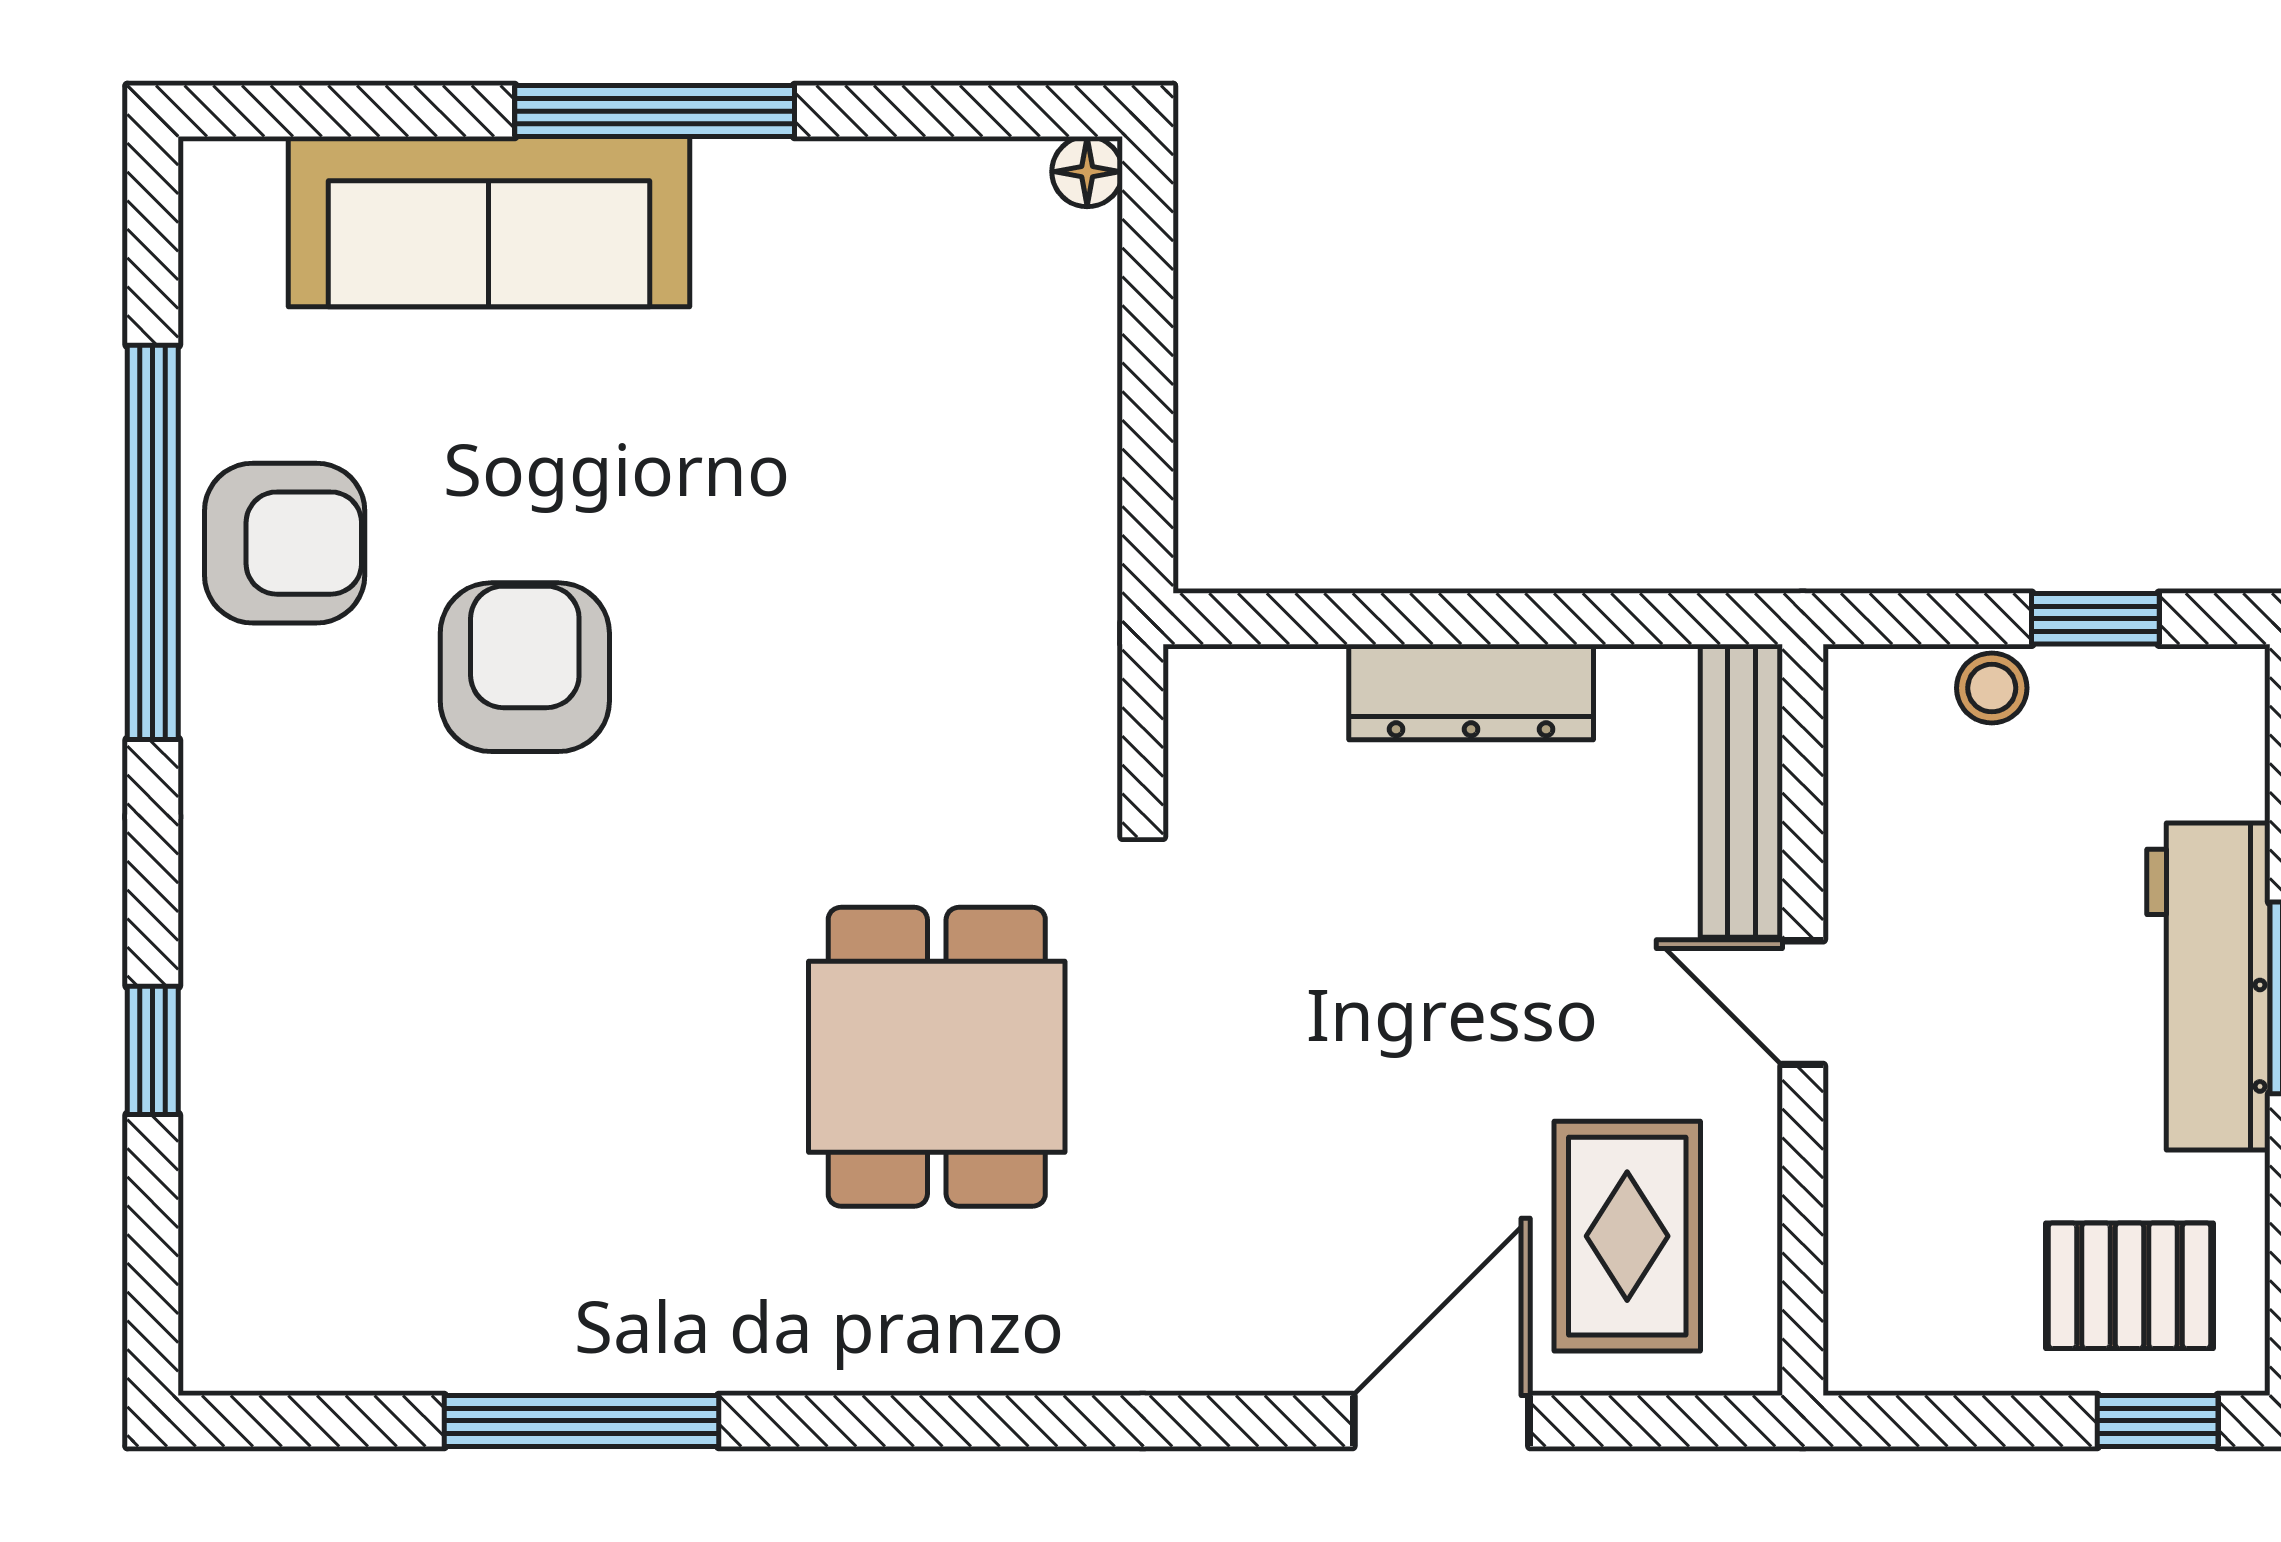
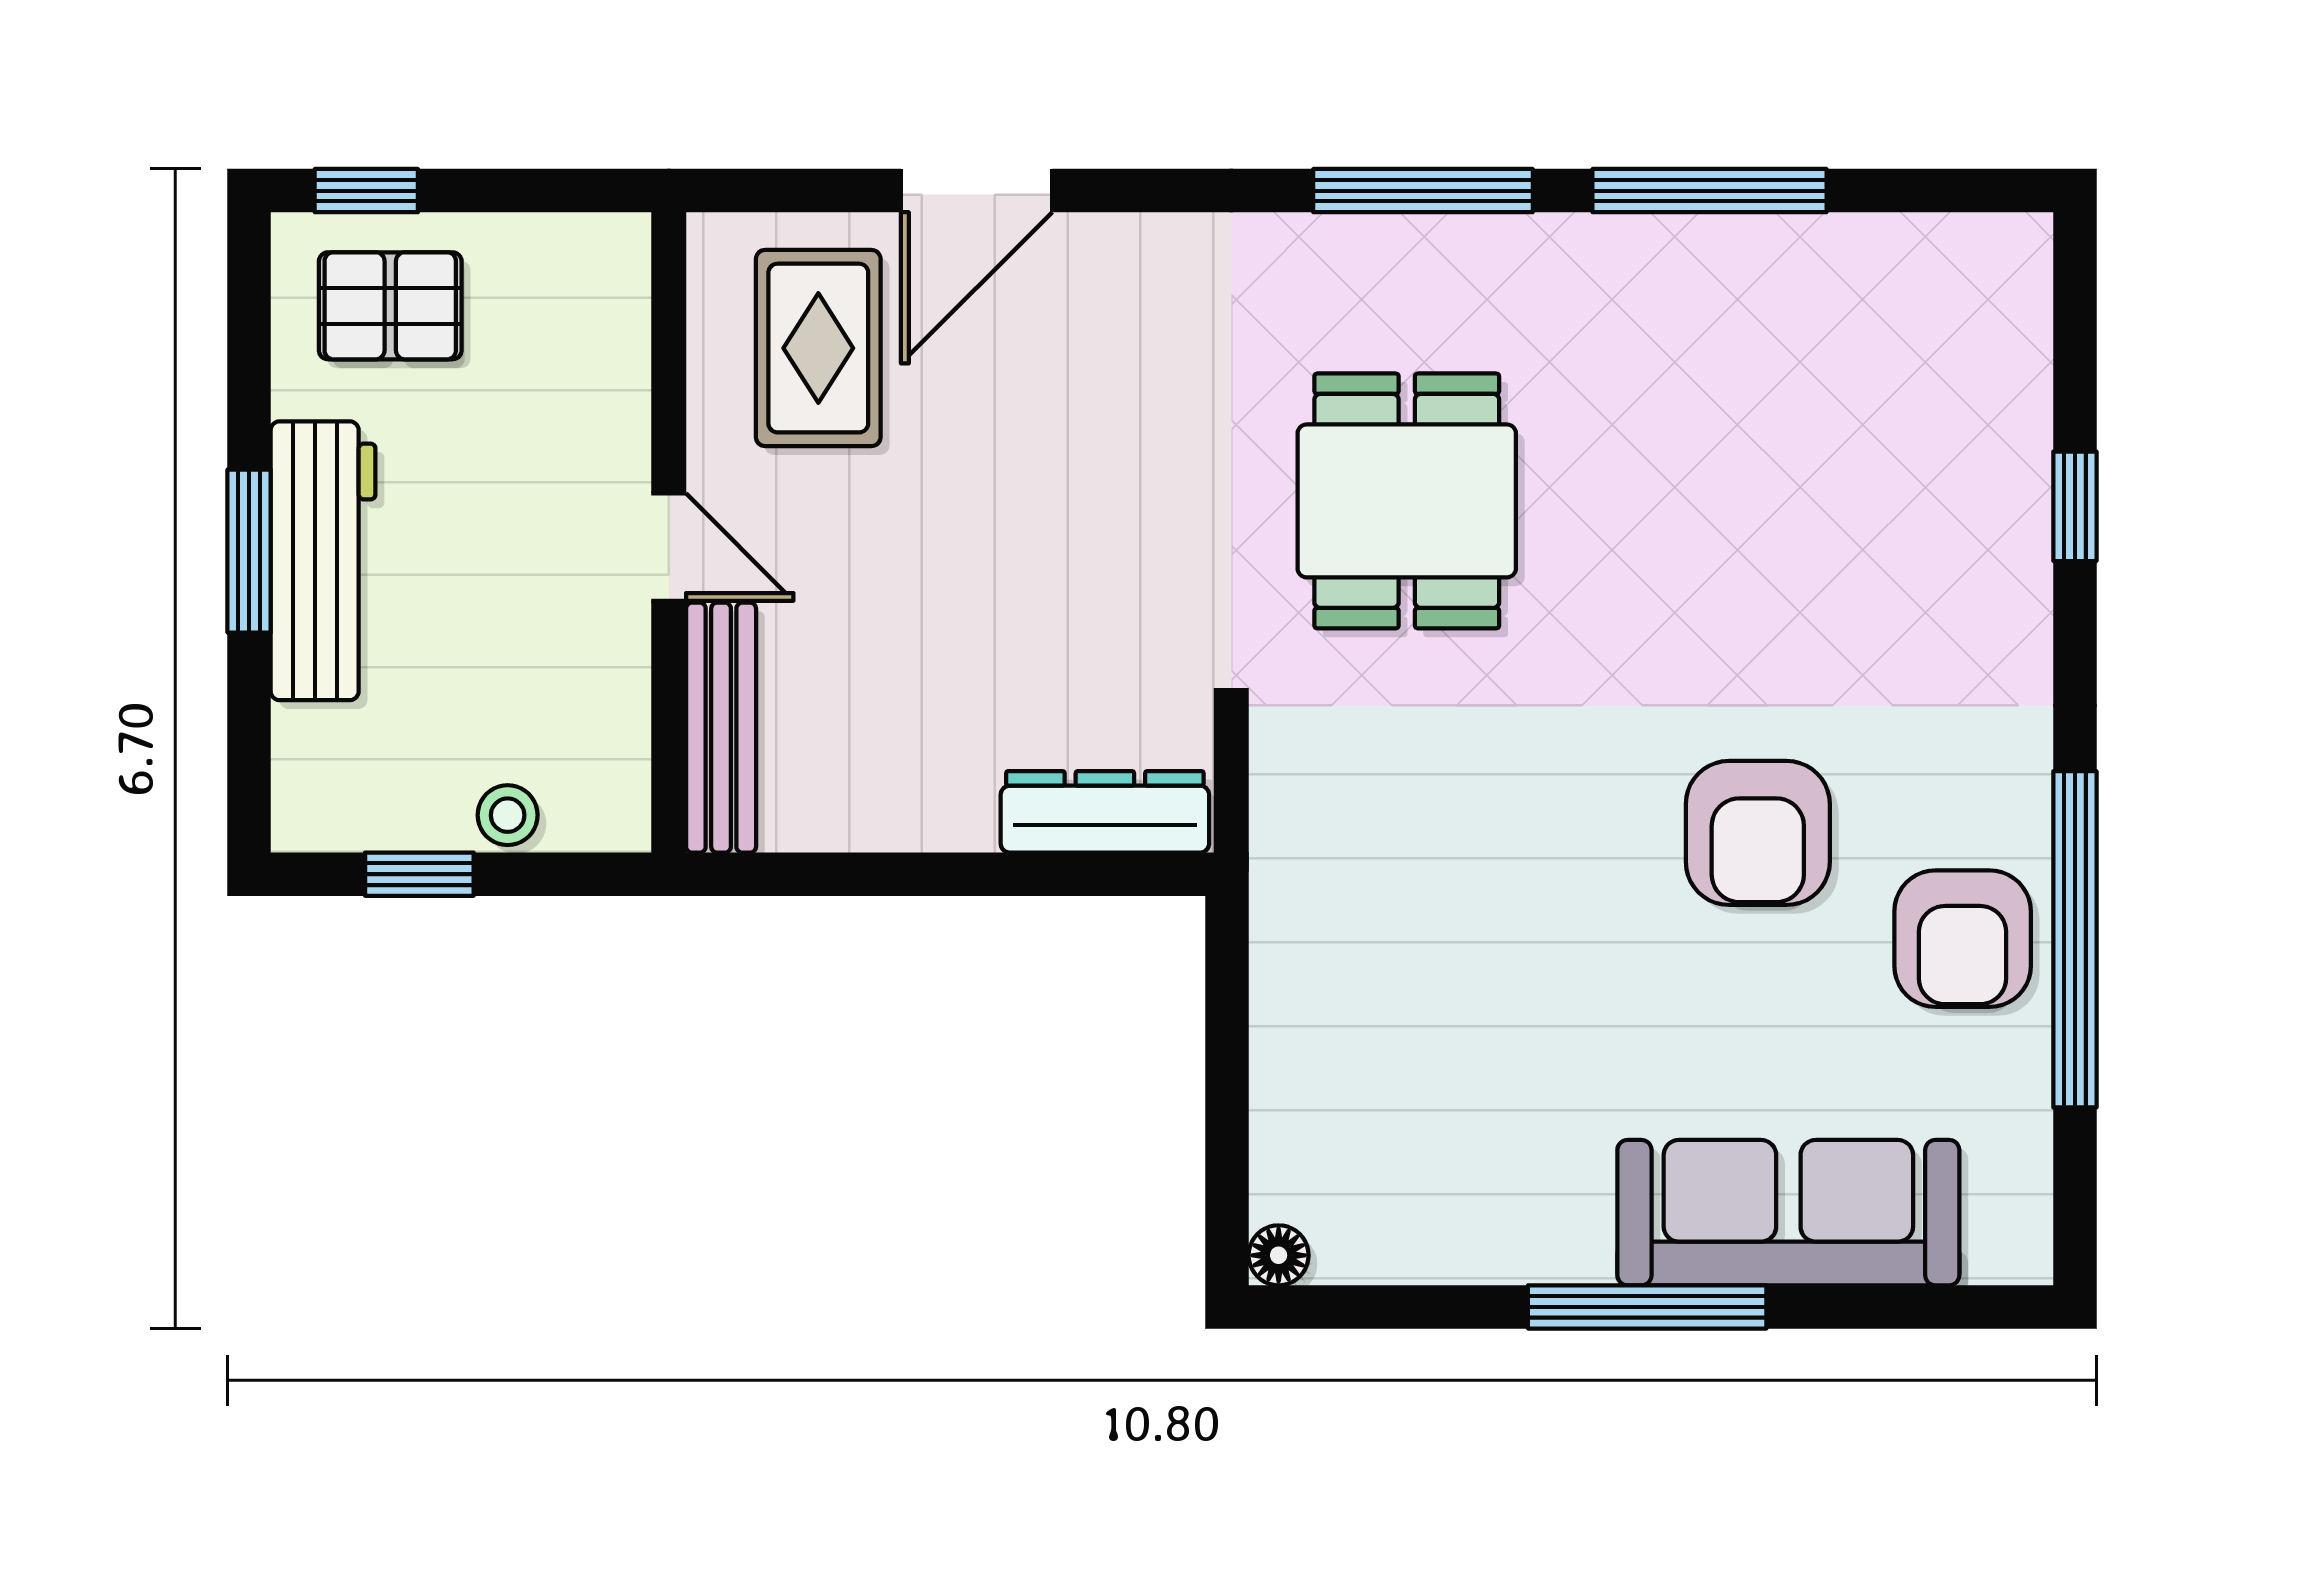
armchair: (285, 543) -> (1963, 939), turned -90
dresser: (1471, 692) -> (1105, 812), moved
window: (918, 1421) -> (1423, 191), added

